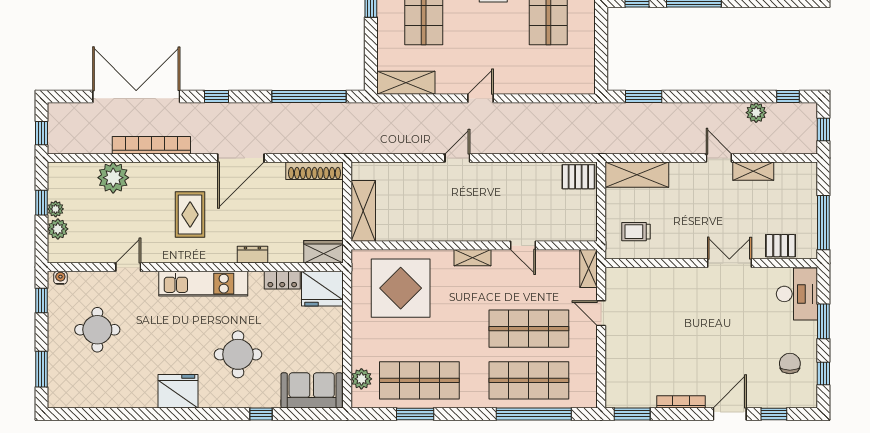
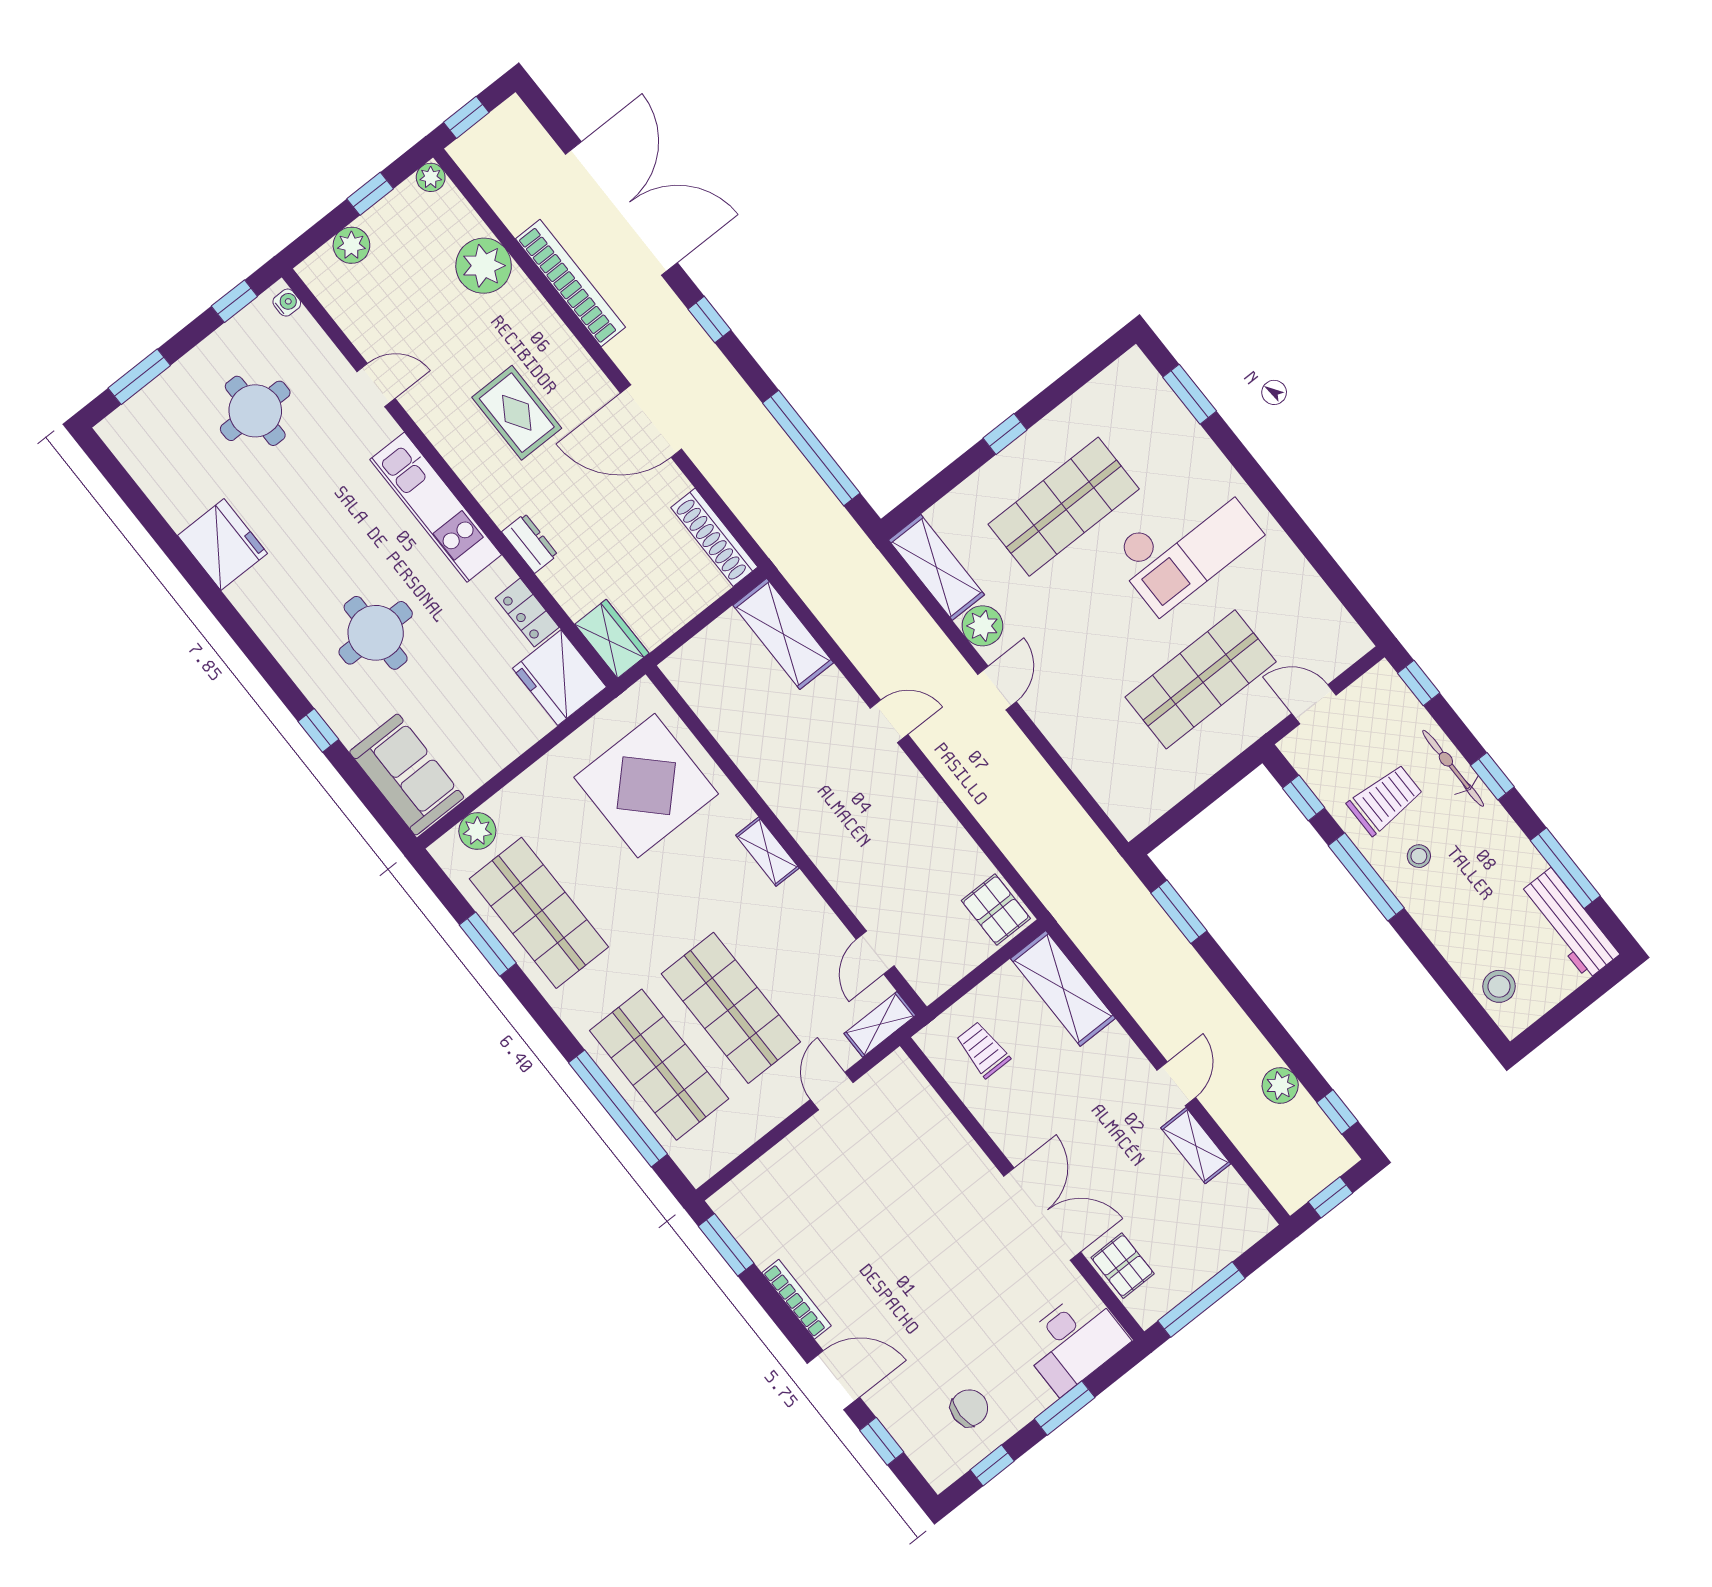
plant: (448, 83) -> (982, 626), added
door: (481, 98) -> (997, 688), hinge flipped
plant: (56, 209) -> (431, 177), moved
shelving: (363, 211) -> (783, 634), moved, turned 90
rug: (190, 215) -> (517, 413), turned 90
door: (523, 245) -> (875, 953), moved
double door: (729, 263) -> (1042, 1214), width x1.37
fridge: (178, 391) -> (222, 544), moved

